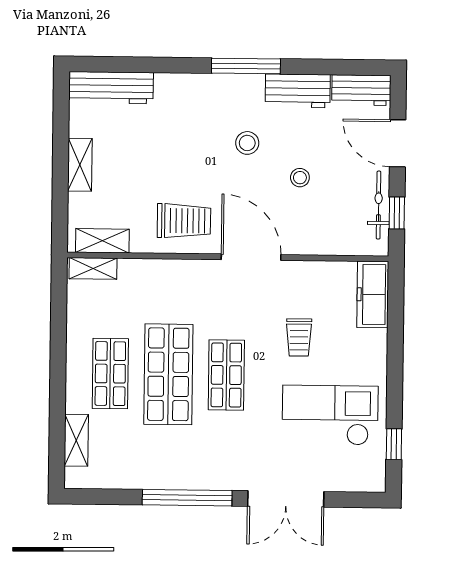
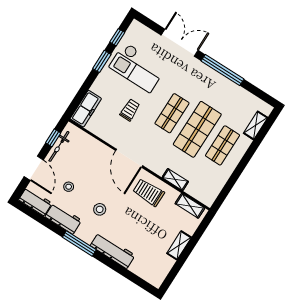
workbench: (111, 88) -> (113, 250), moved
stool: (300, 178) -> (69, 187), moved
shelving: (93, 268) -> (175, 180), moved
window: (395, 389) -> (102, 61), added

